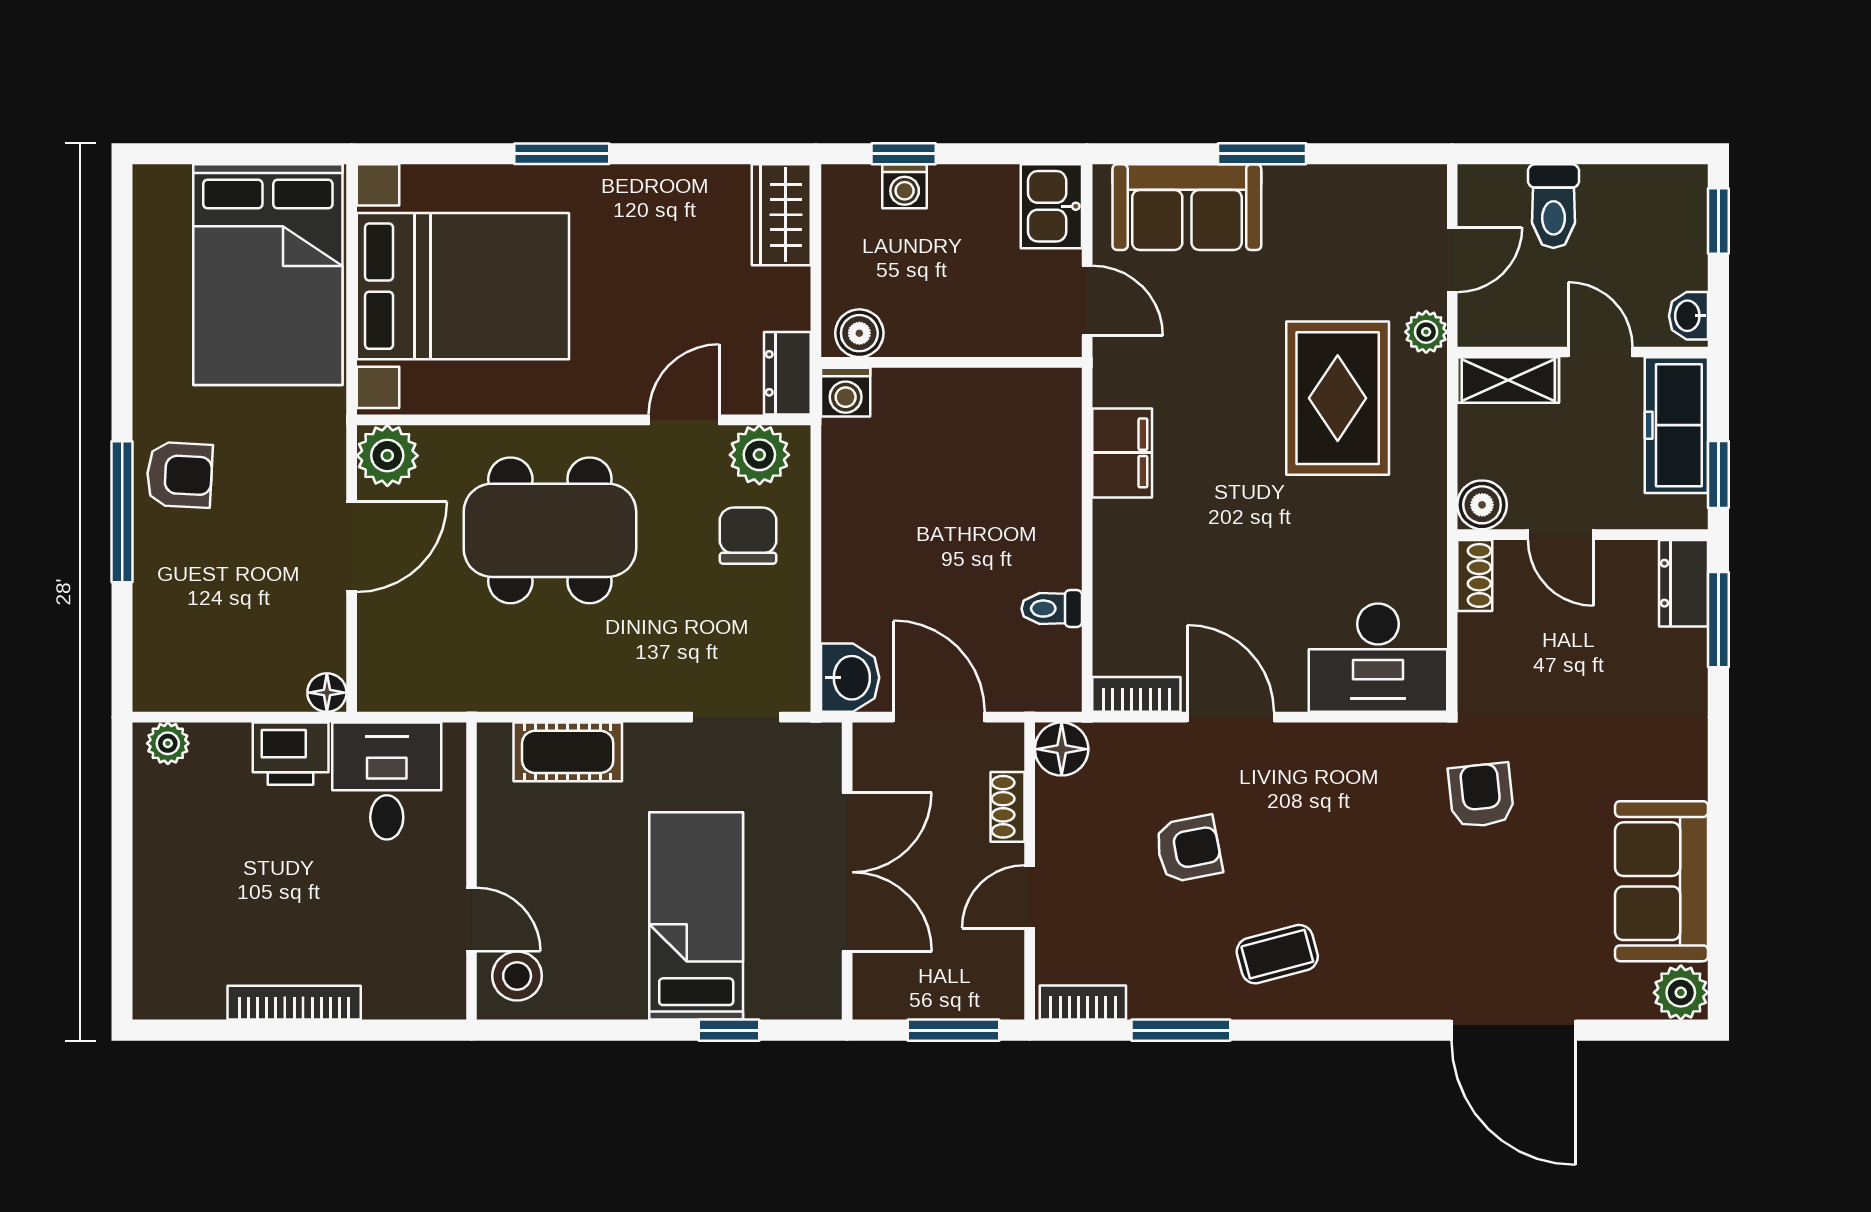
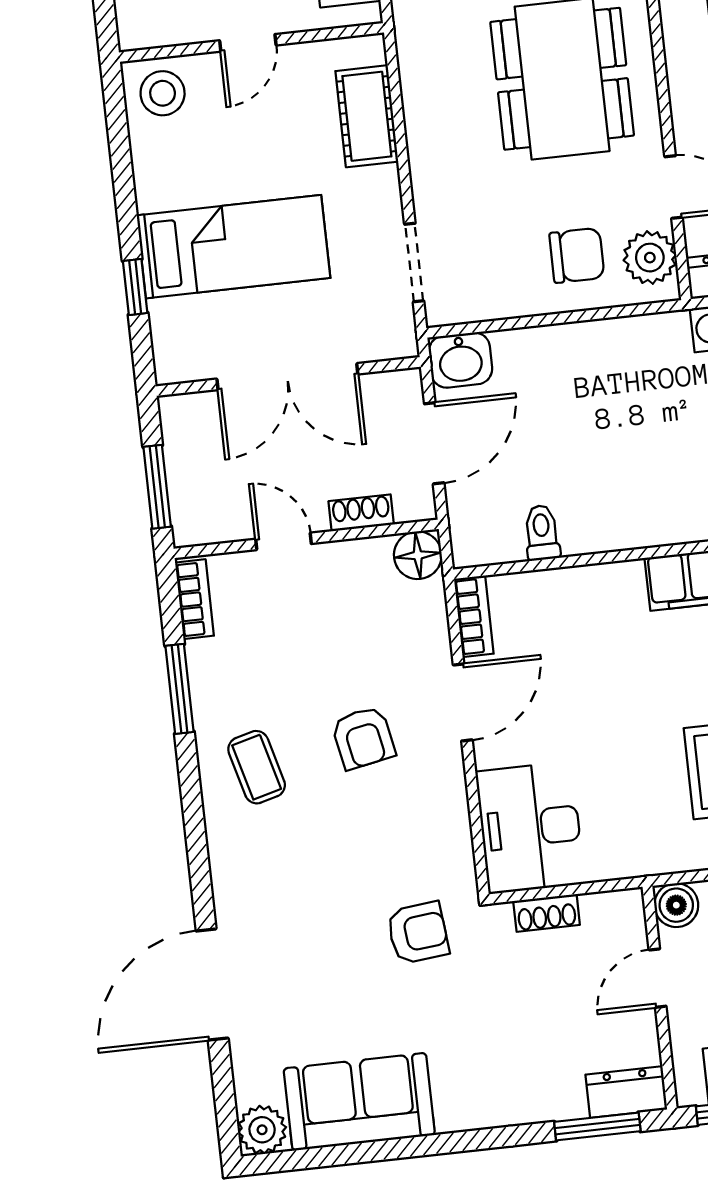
shoe rack: (1475, 575) -> (547, 913), moved
armchair: (1188, 849) -> (363, 738), moved
door: (472, 919) -> (248, 43), moved

